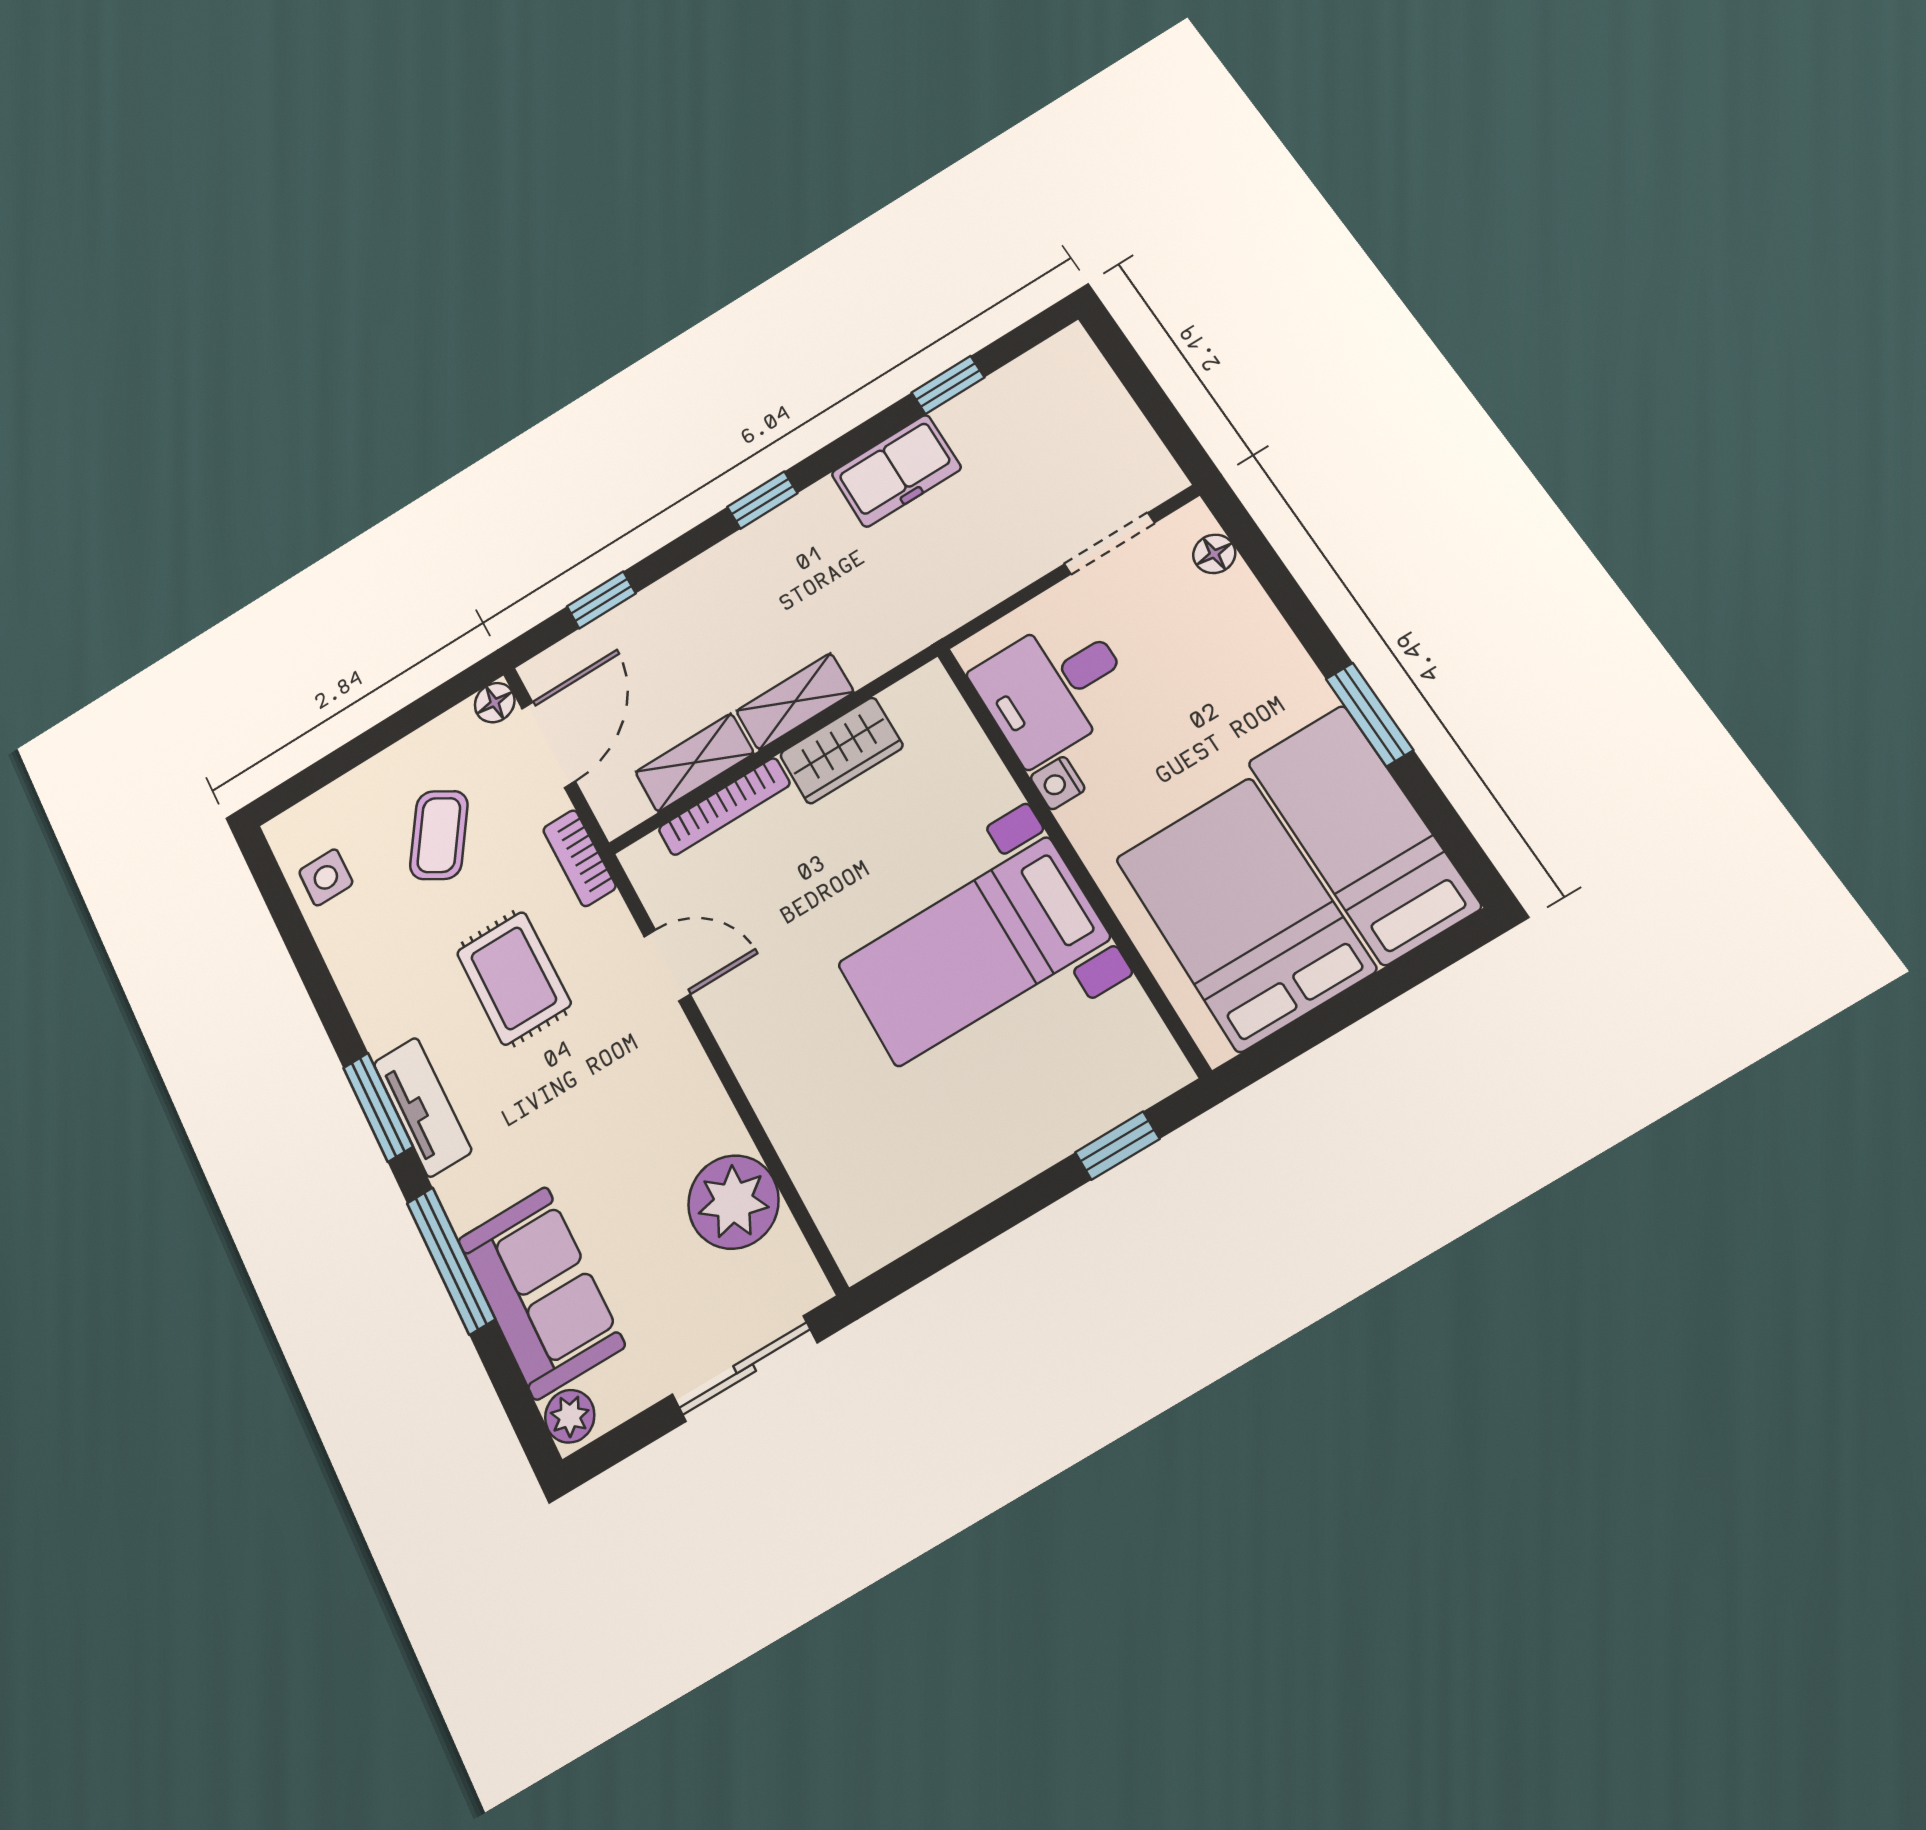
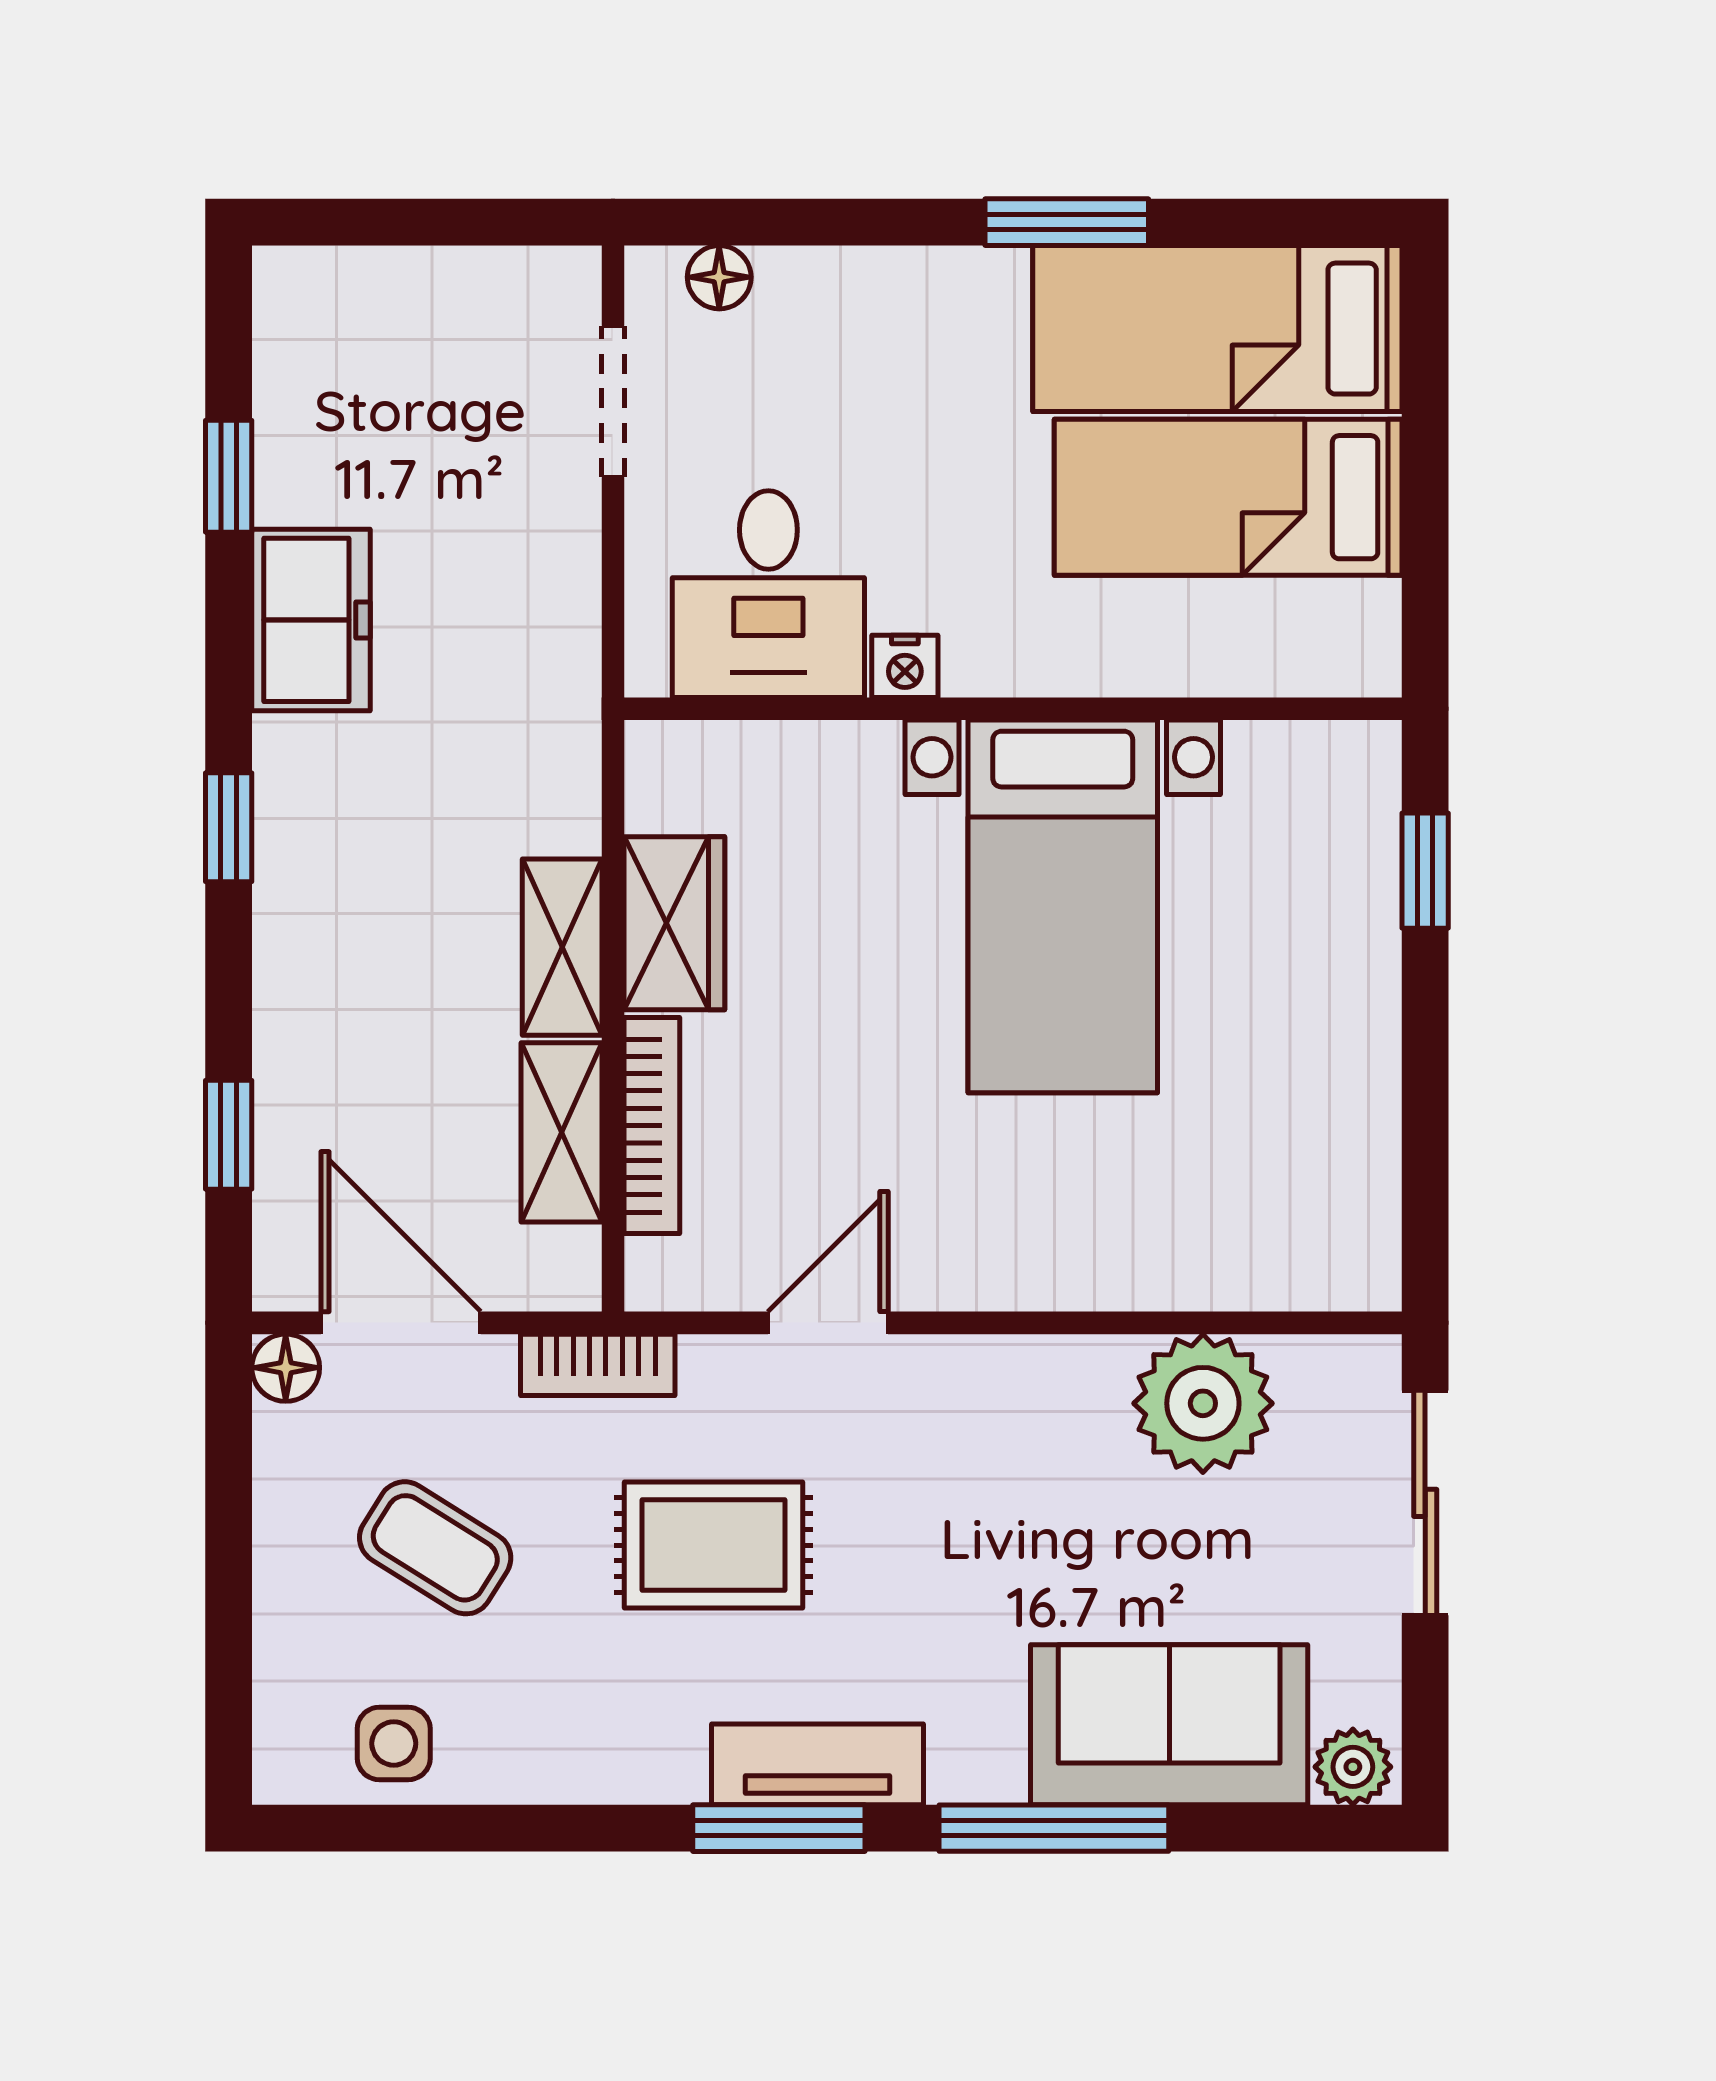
bed: (1245, 914) -> (1228, 497), width x0.67

